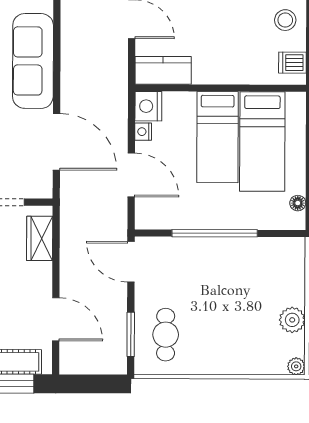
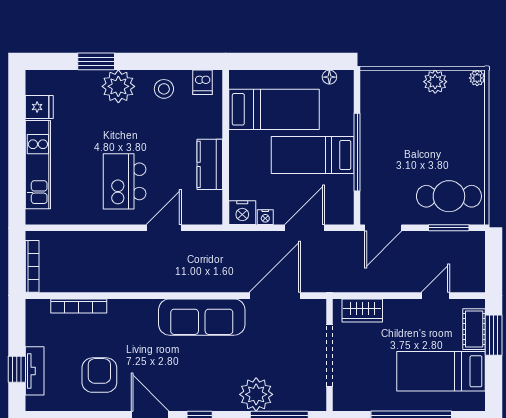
kitchen counter: (163, 70) -> (210, 164), moved
bed: (217, 137) -> (313, 155), moved, turned 180
door: (56, 319) -> (435, 296), width x0.73
cafe table: (166, 335) -> (449, 196), width x1.37, depth x1.35

